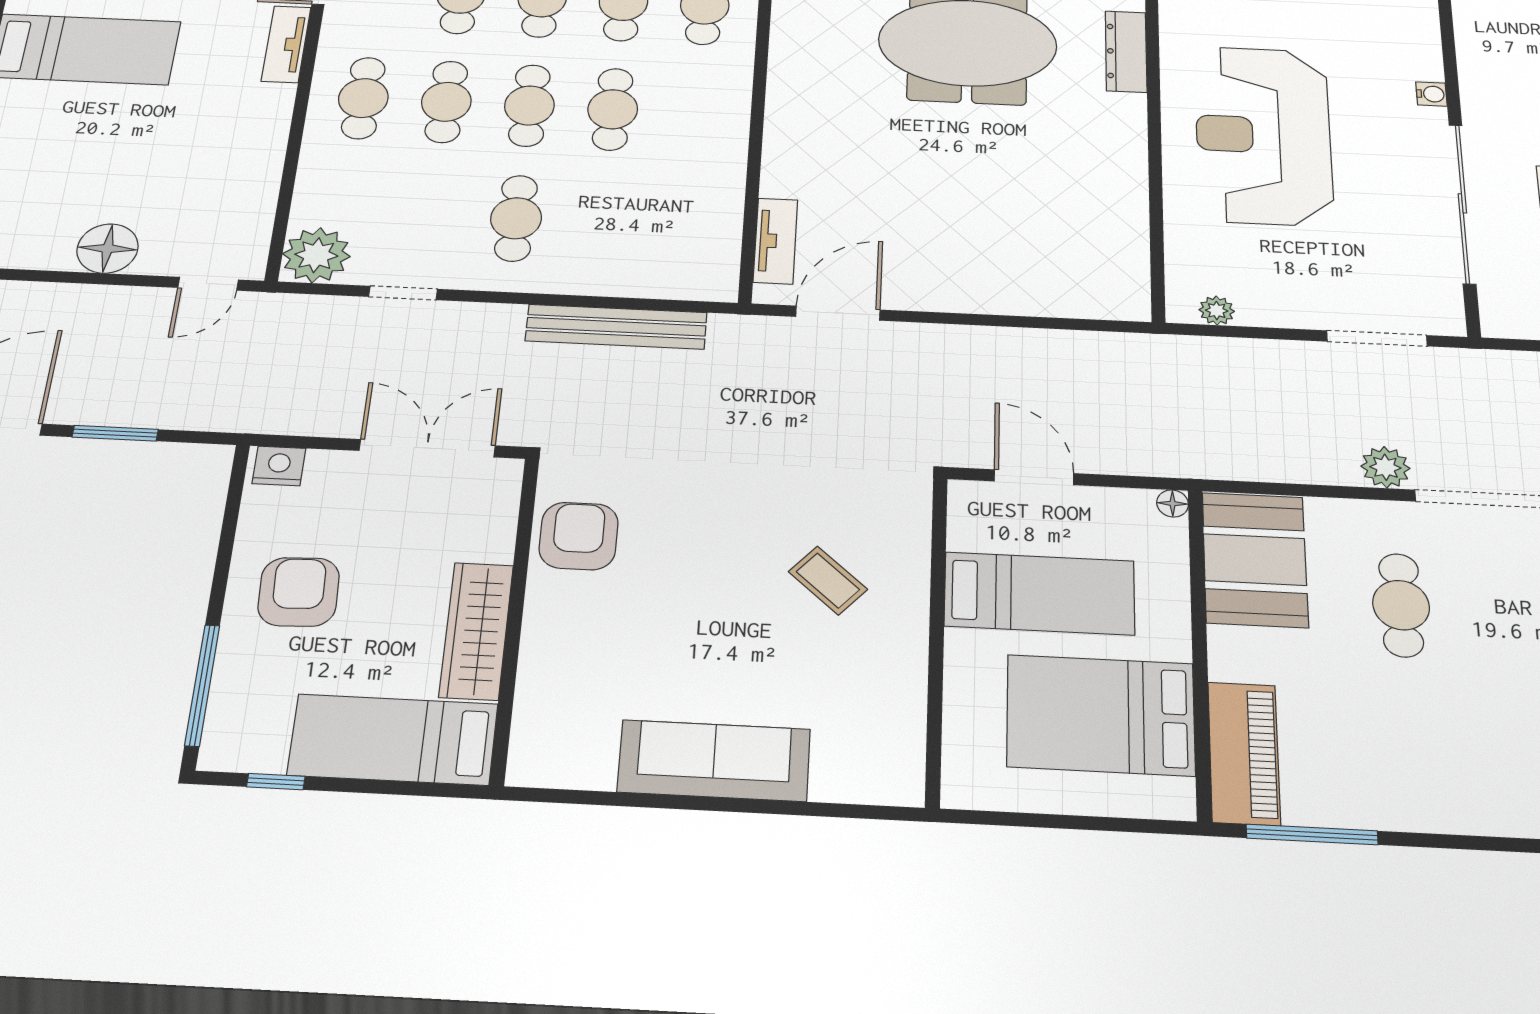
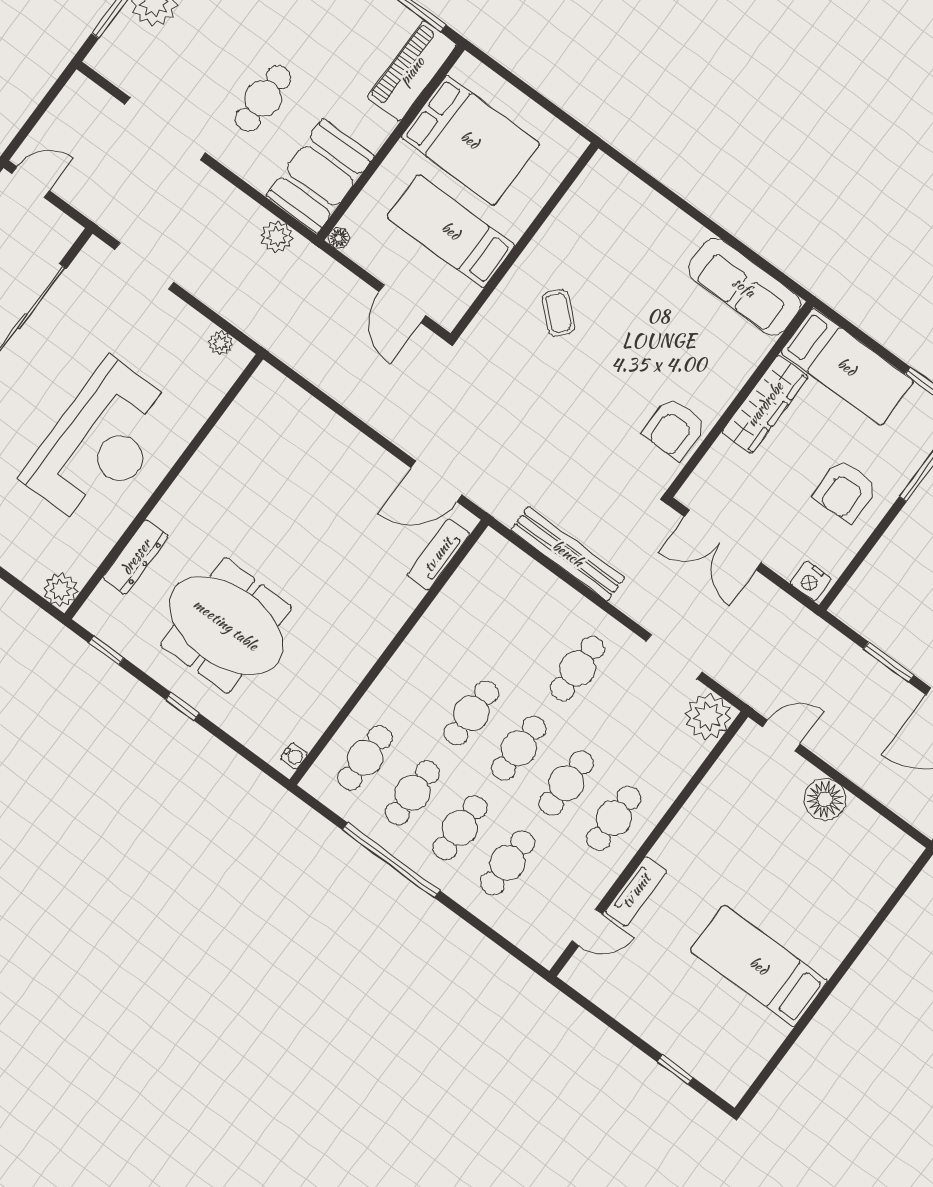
doorway: (403, 293) -> (674, 657), width x1.38
plant: (1385, 467) -> (277, 237), moved
sofa: (714, 761) -> (744, 287), moved

